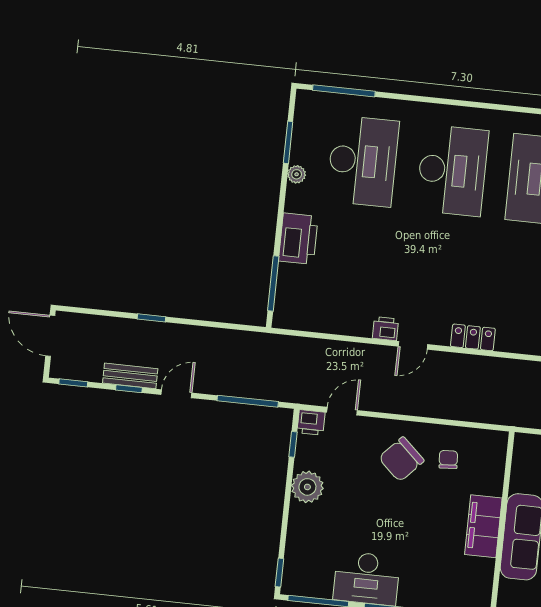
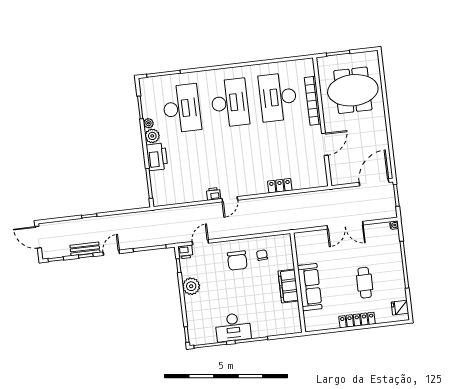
plant: (298, 199) -> (152, 136), added
locker: (473, 337) -> (280, 186), moved
chair: (401, 459) -> (237, 261), turned -43

